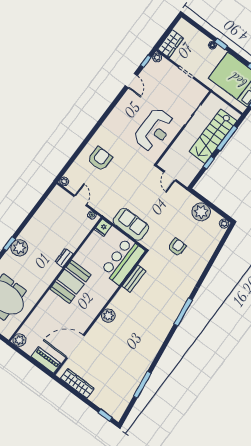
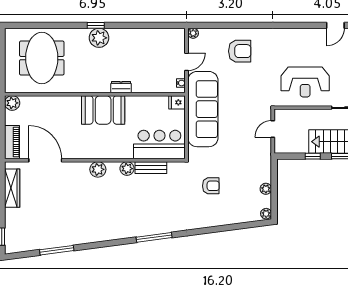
plant: (201, 212) -> (266, 189), width x0.53, depth x0.53
sofa: (131, 224) -> (203, 109), width x1.85, depth x1.27
plant: (123, 295) -> (127, 169), added

